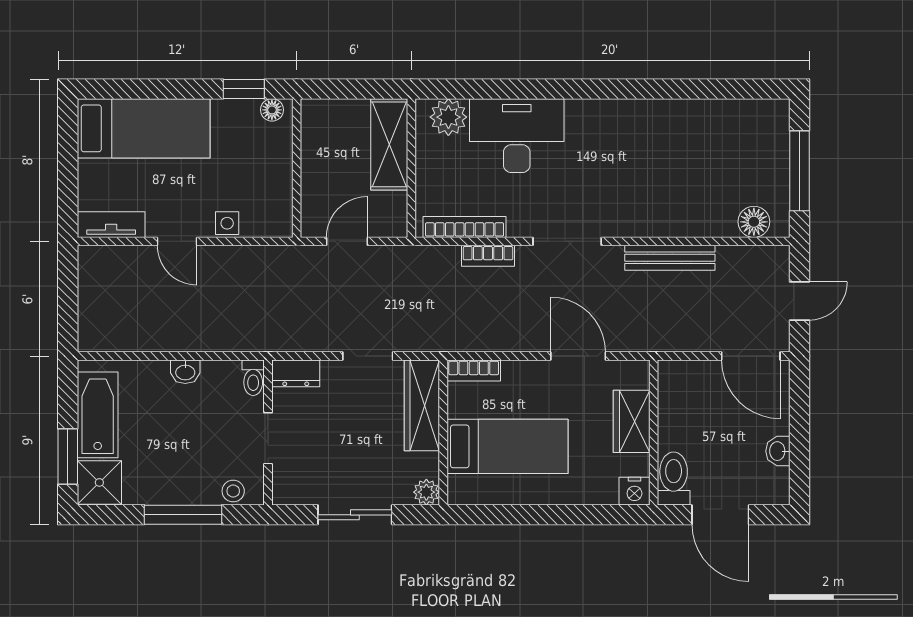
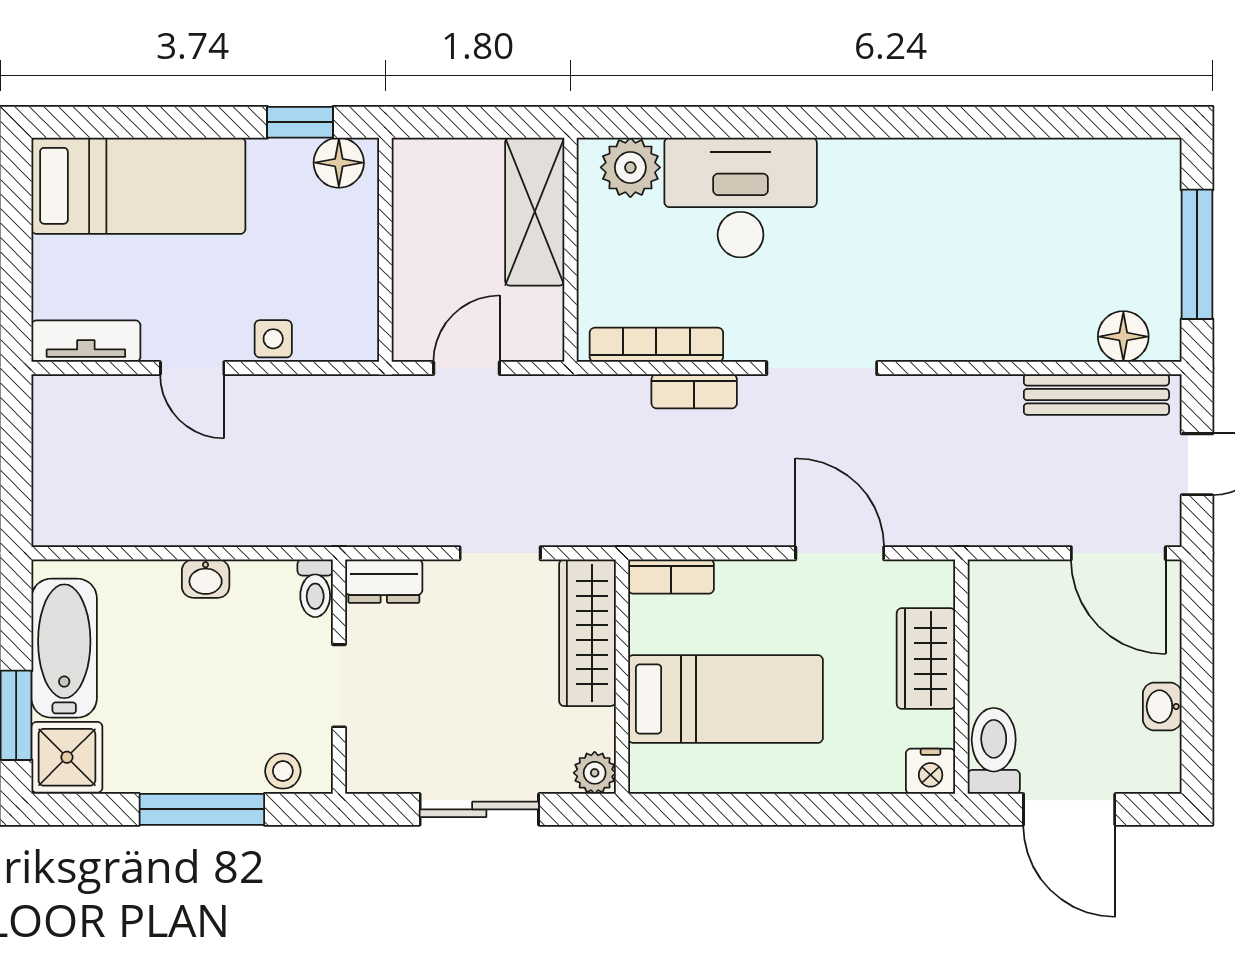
floor lamp: (272, 110) -> (339, 163), width x1.37, depth x1.37
bench: (670, 258) -> (1096, 395), moved

